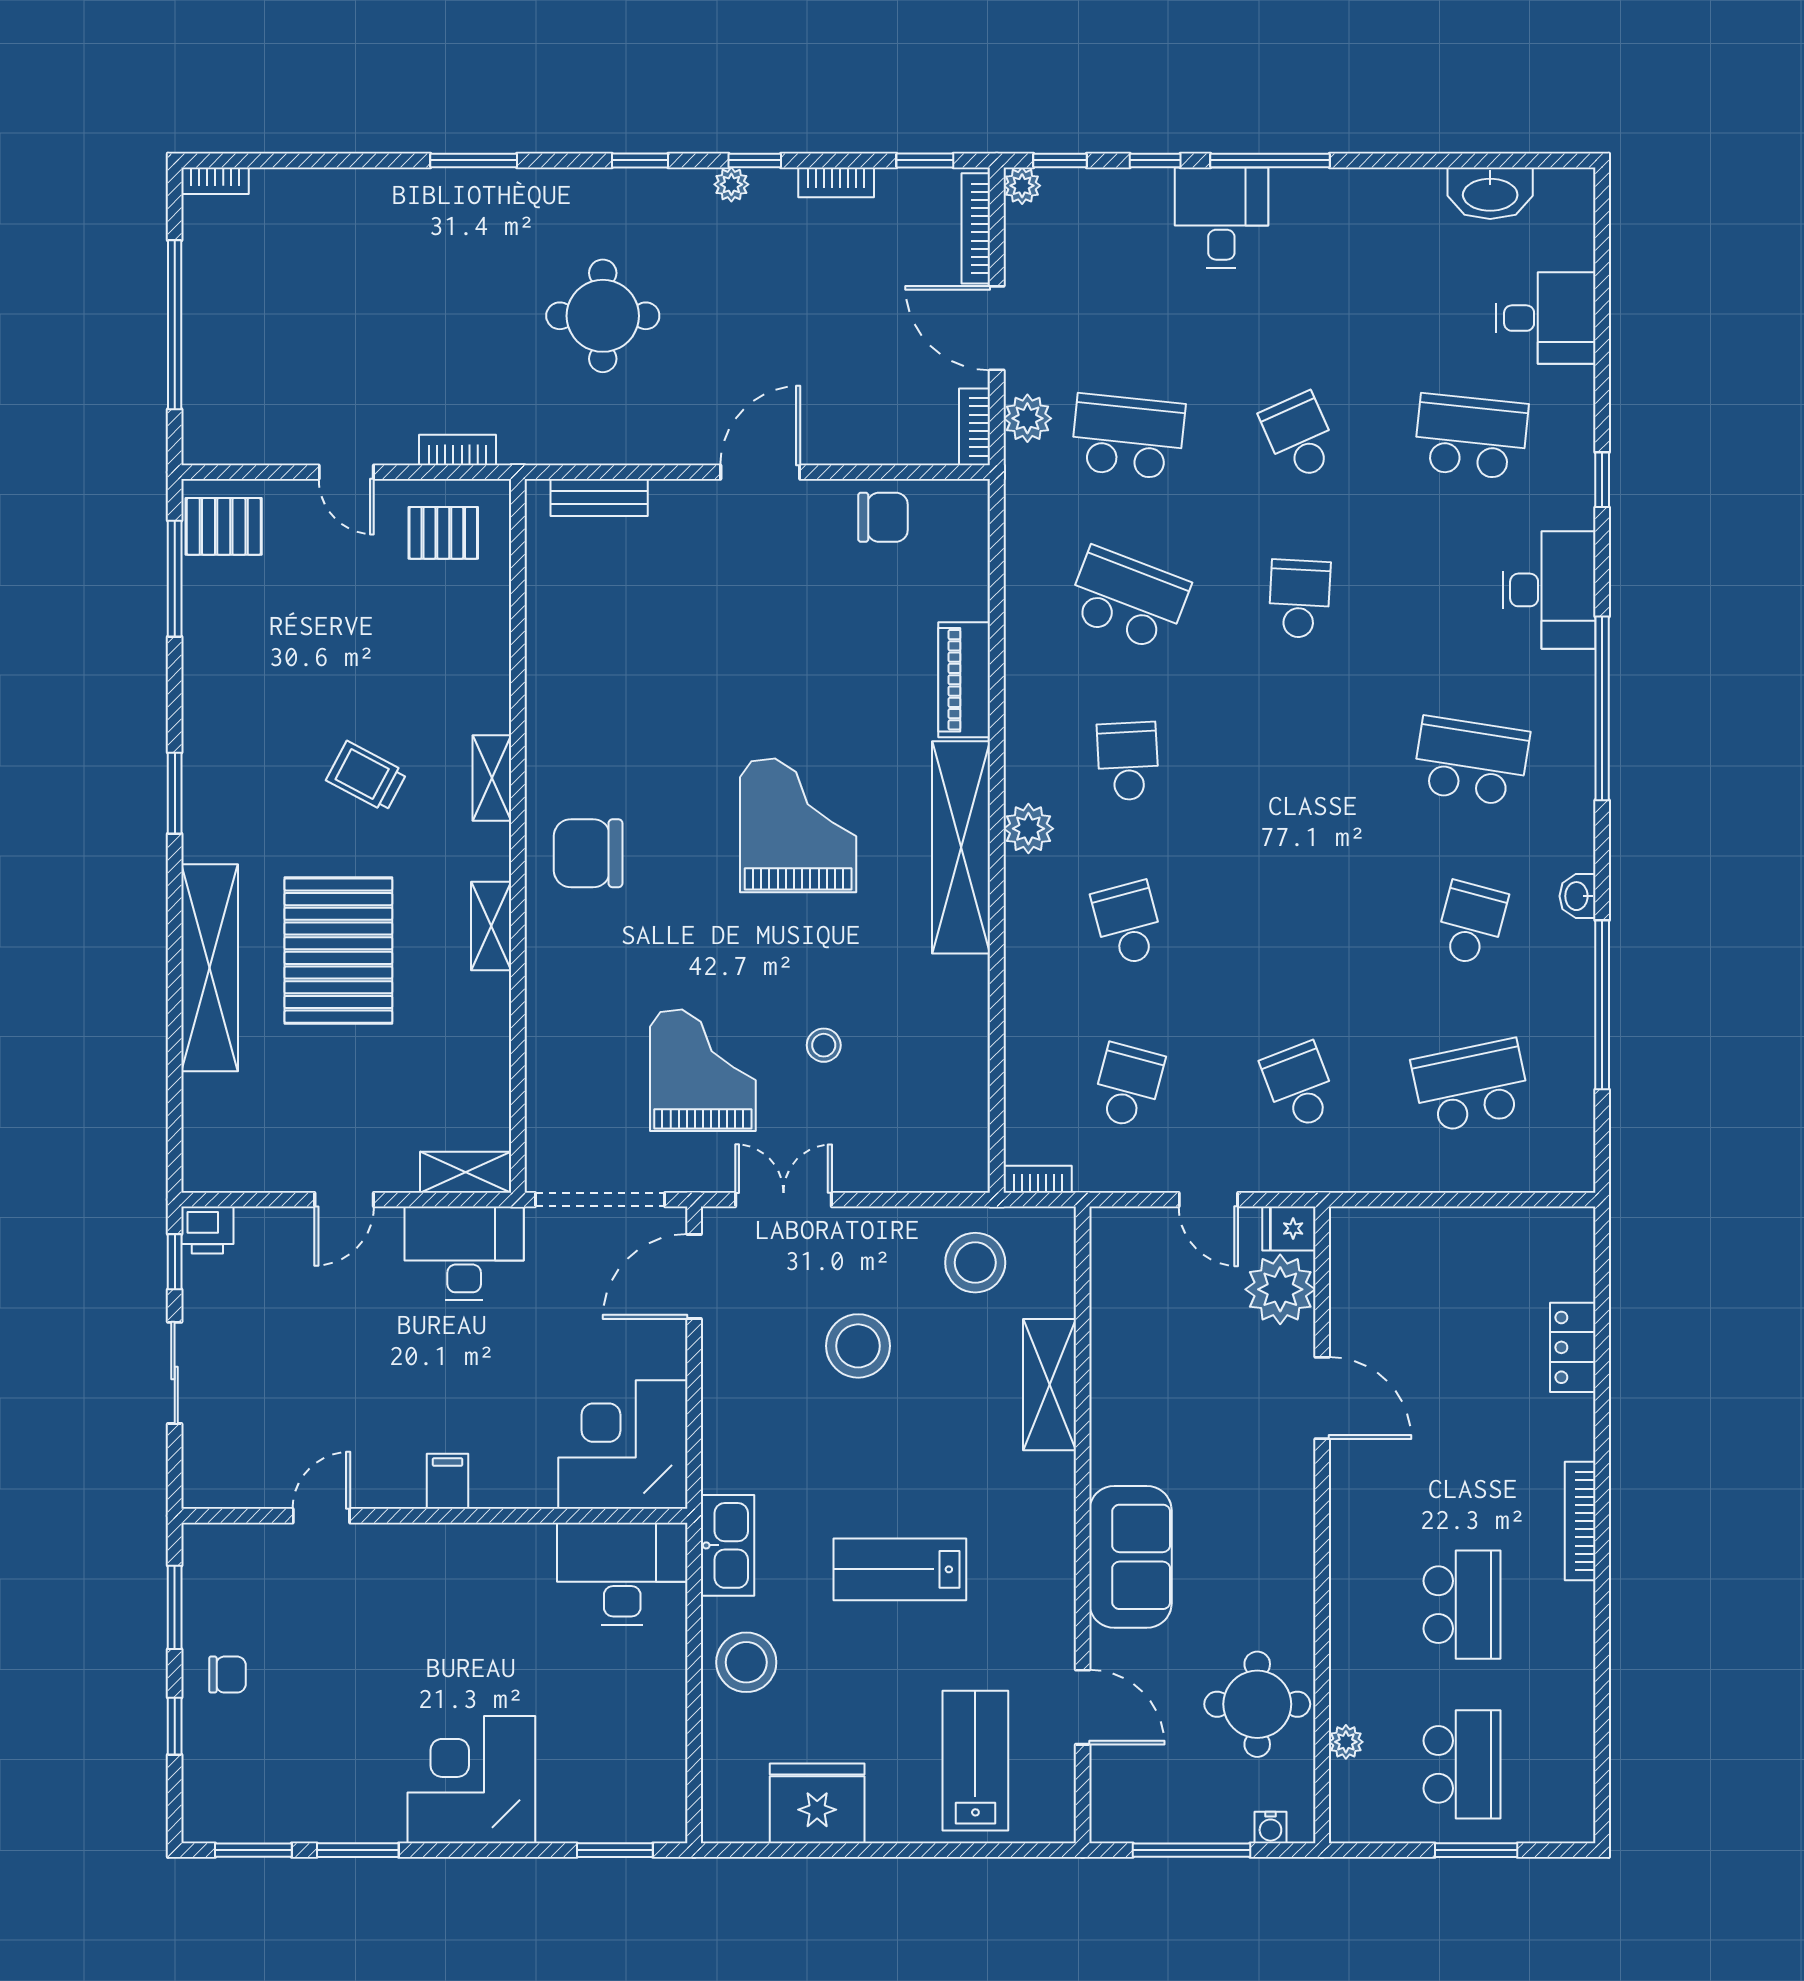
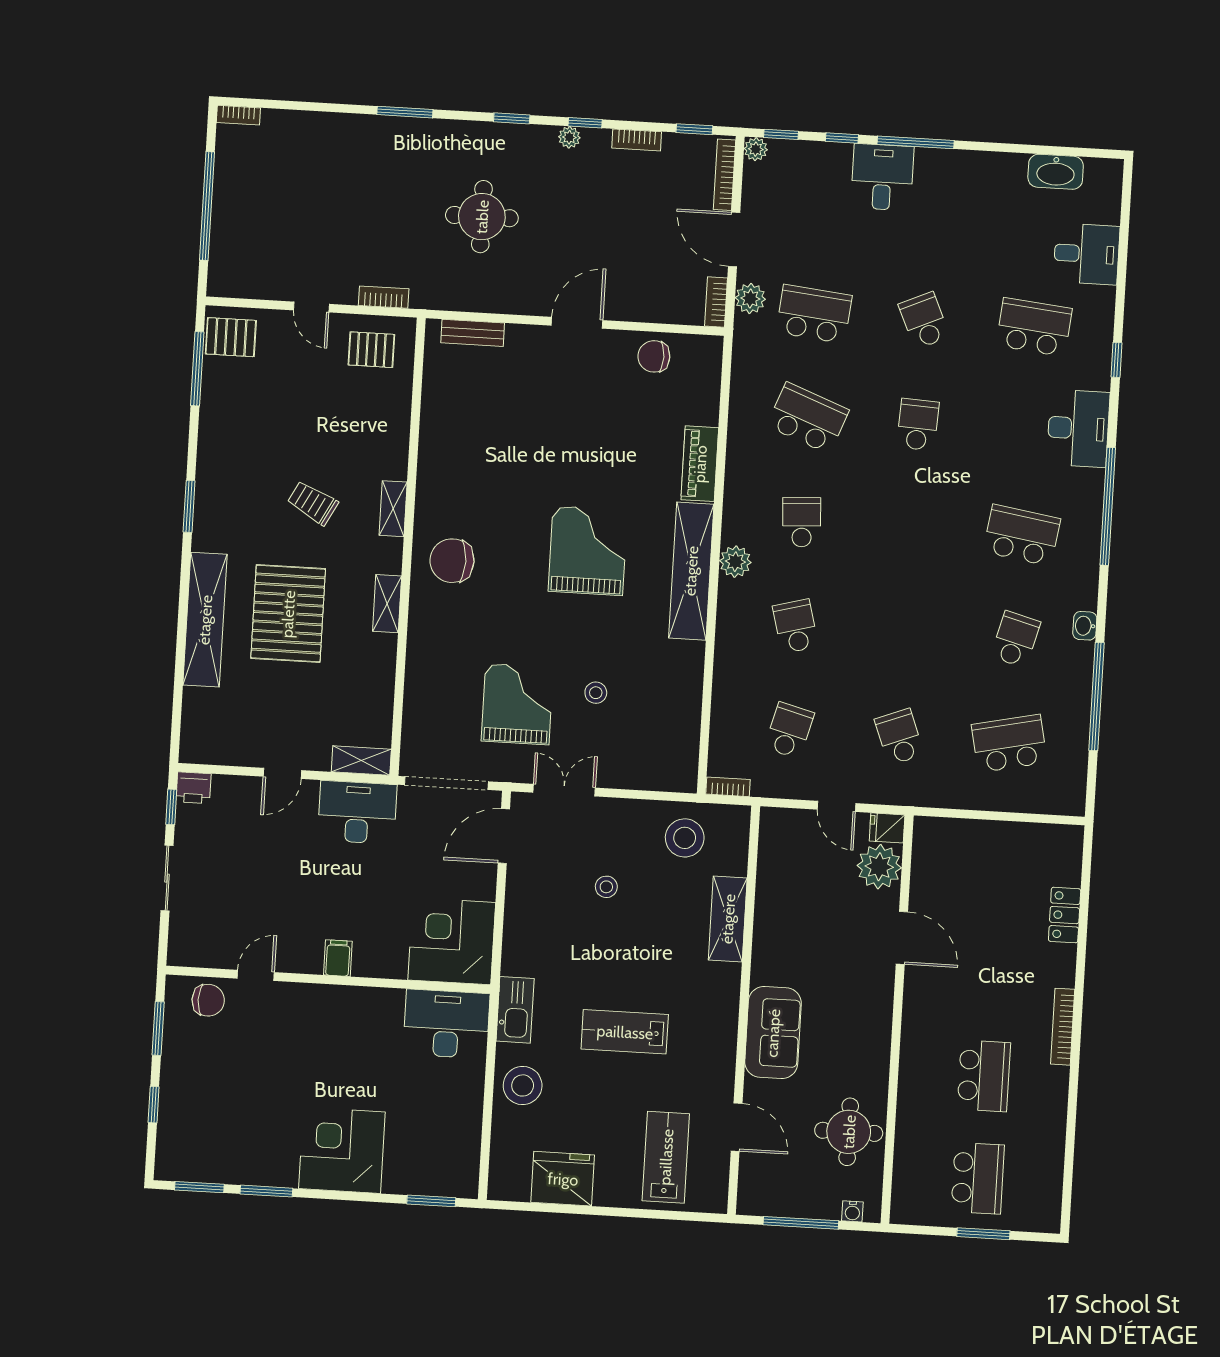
chair: (883, 517) -> (654, 356), turned 180
stool: (858, 1346) -> (606, 887), width x0.53, depth x0.53
chair: (227, 1675) -> (208, 1000), moved, width x1.37, depth x1.37
plant: (1346, 1742) -> (904, 1159), removed

